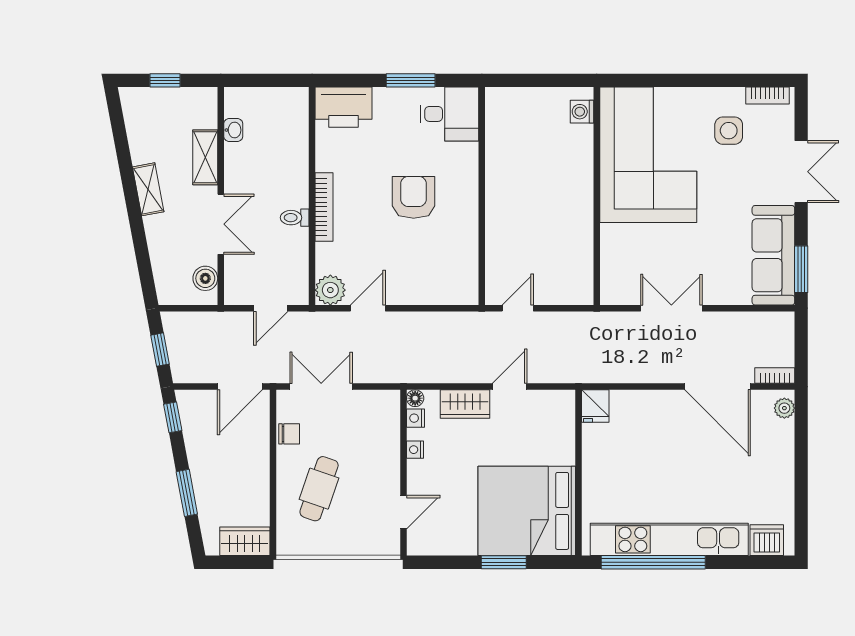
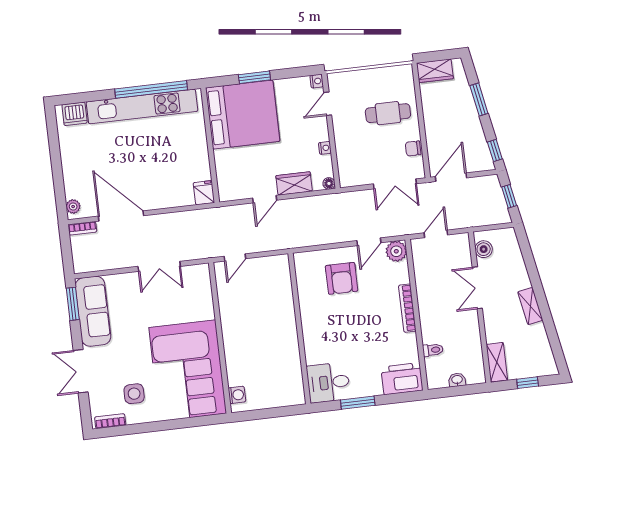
washbasin: (233, 130) -> (457, 380), moved, turned 90
shelving: (205, 157) -> (497, 362), moved
armchair: (414, 197) -> (342, 278), moved
toilet: (295, 218) -> (433, 350), moved
door: (518, 308) -> (235, 257), moved
nightstand: (415, 418) -> (317, 81), moved
cafe table: (319, 489) -> (388, 113), turned 71

